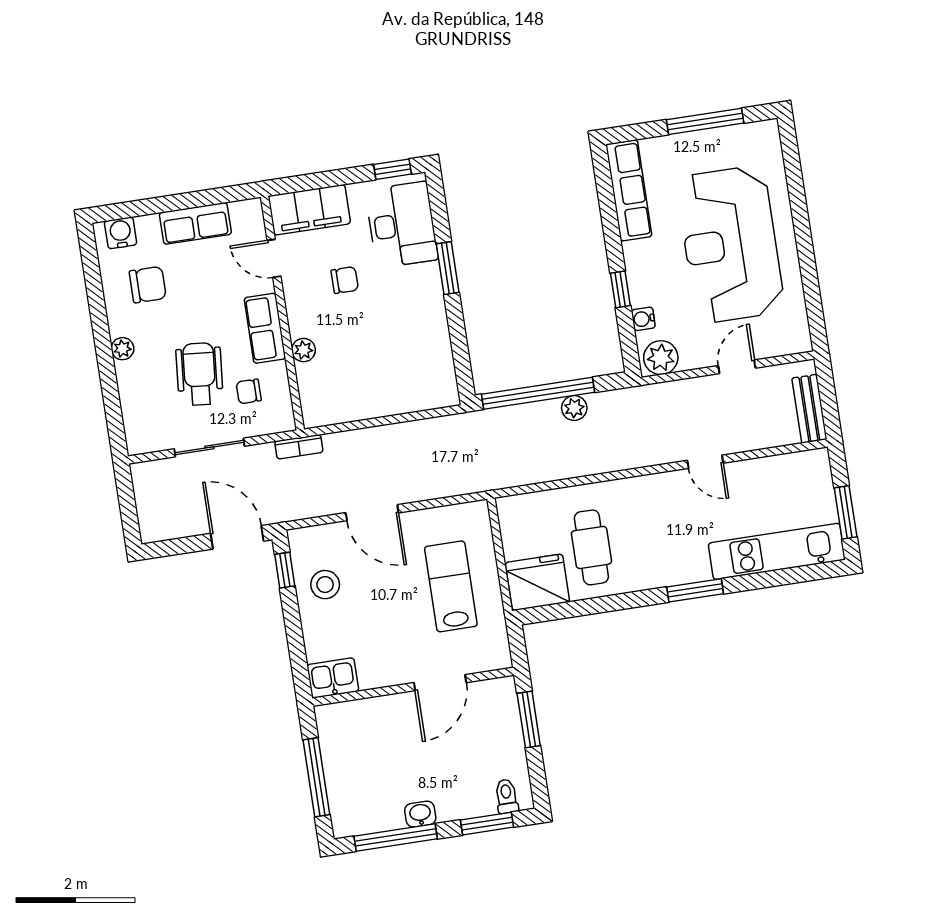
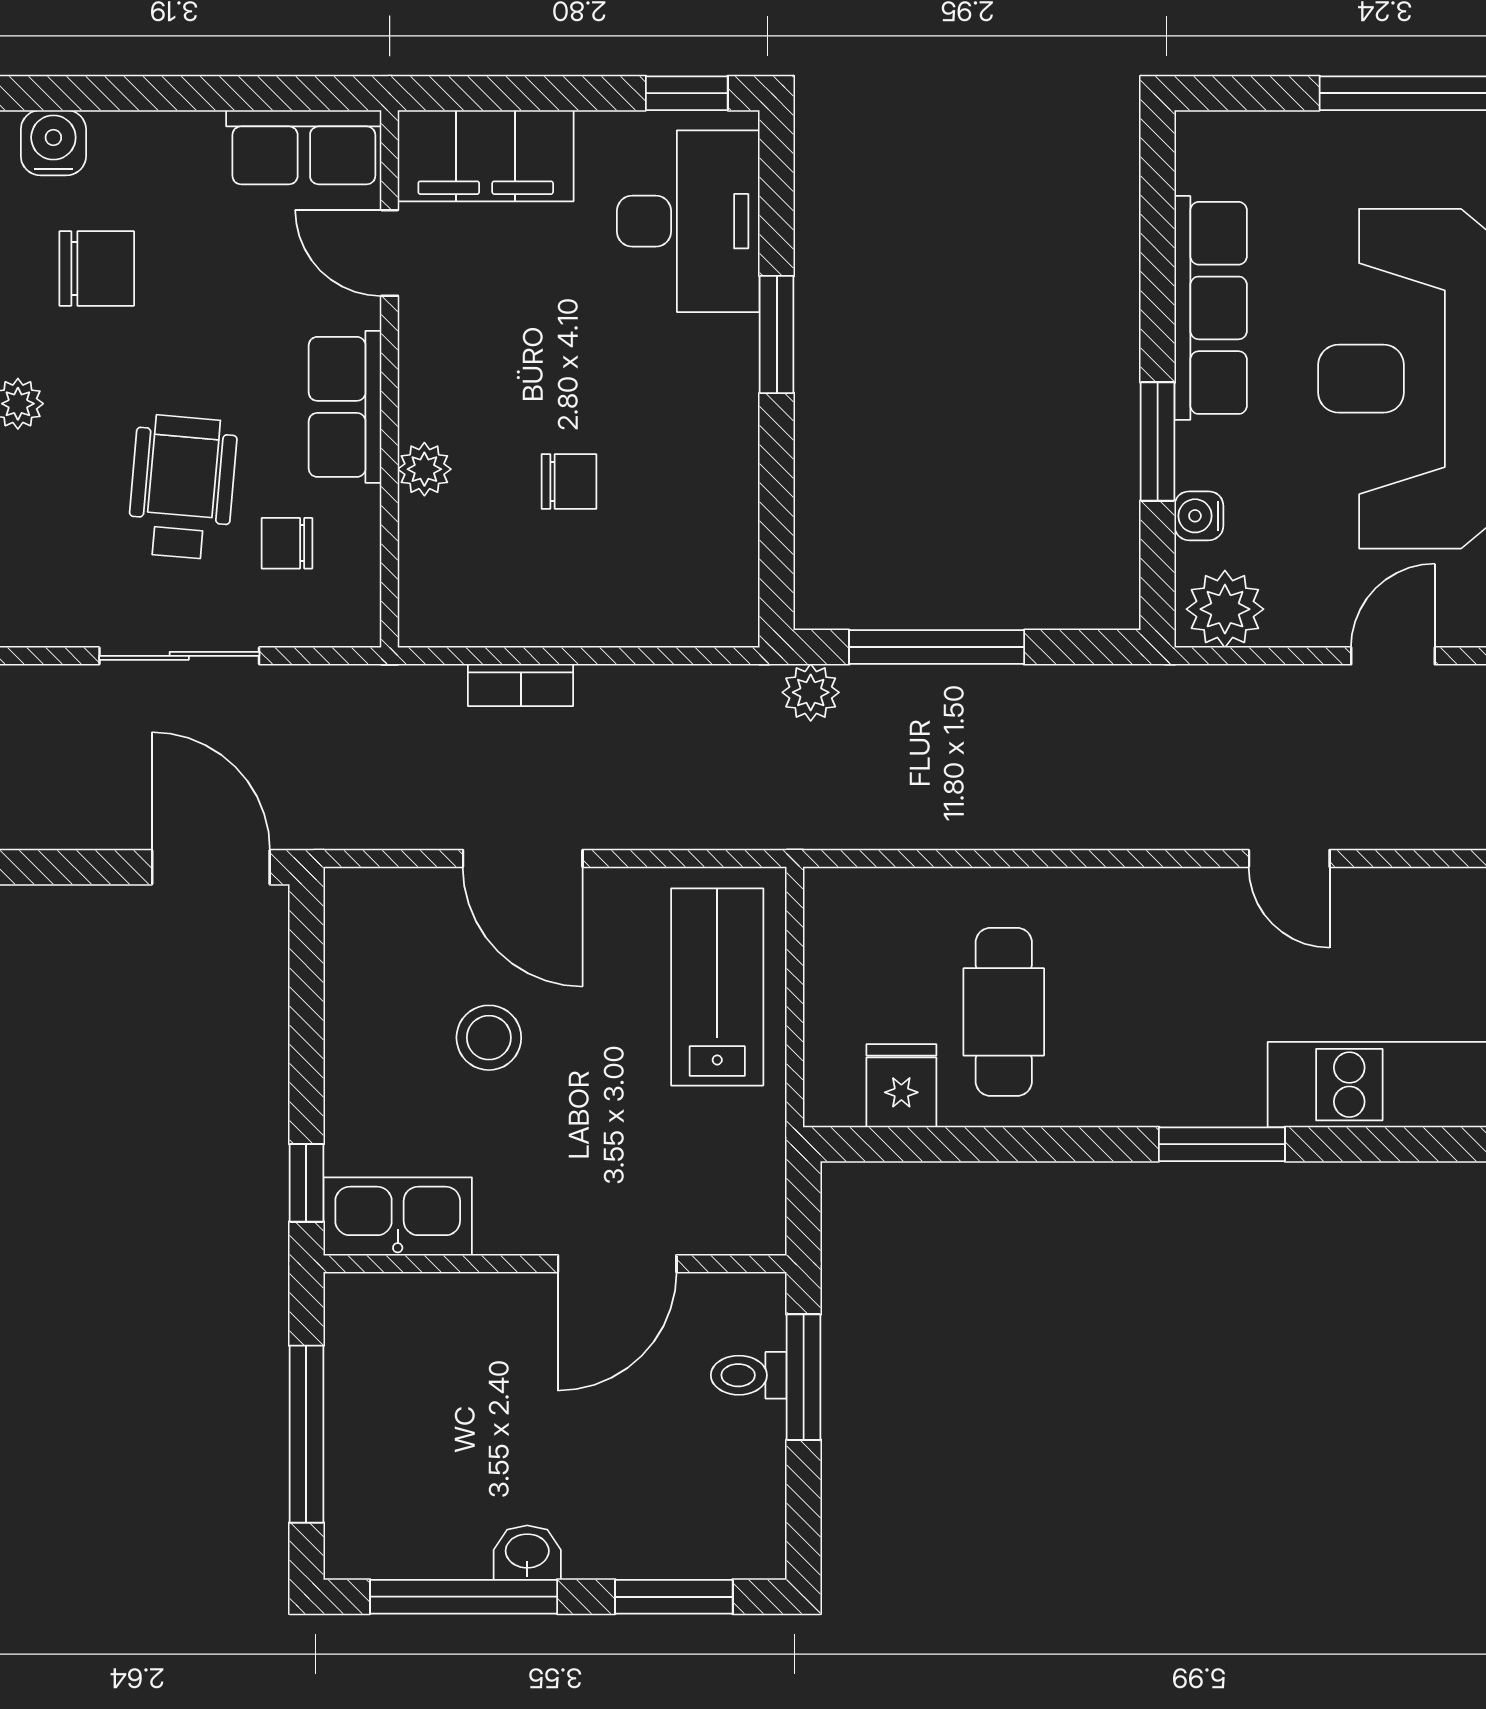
row of seats: (629, 190) -> (1211, 308), moved
row of seats: (195, 223) -> (304, 147), moved
chair: (345, 280) -> (569, 481), moved
window: (620, 289) -> (1158, 442), width x1.50
window: (538, 393) -> (937, 647), width x0.68
plant: (574, 408) -> (811, 692), moved
bookcase: (299, 447) -> (521, 685), moved
window: (285, 570) -> (306, 1183), moved
fridge: (537, 582) -> (901, 1086), width x0.53, depth x0.75
stool: (325, 585) -> (489, 1038), moved
lab bench: (451, 586) -> (717, 987), moved
kitchen sink: (333, 678) -> (398, 1216), width x1.38
toilet: (507, 796) -> (749, 1375), moved, turned -90

